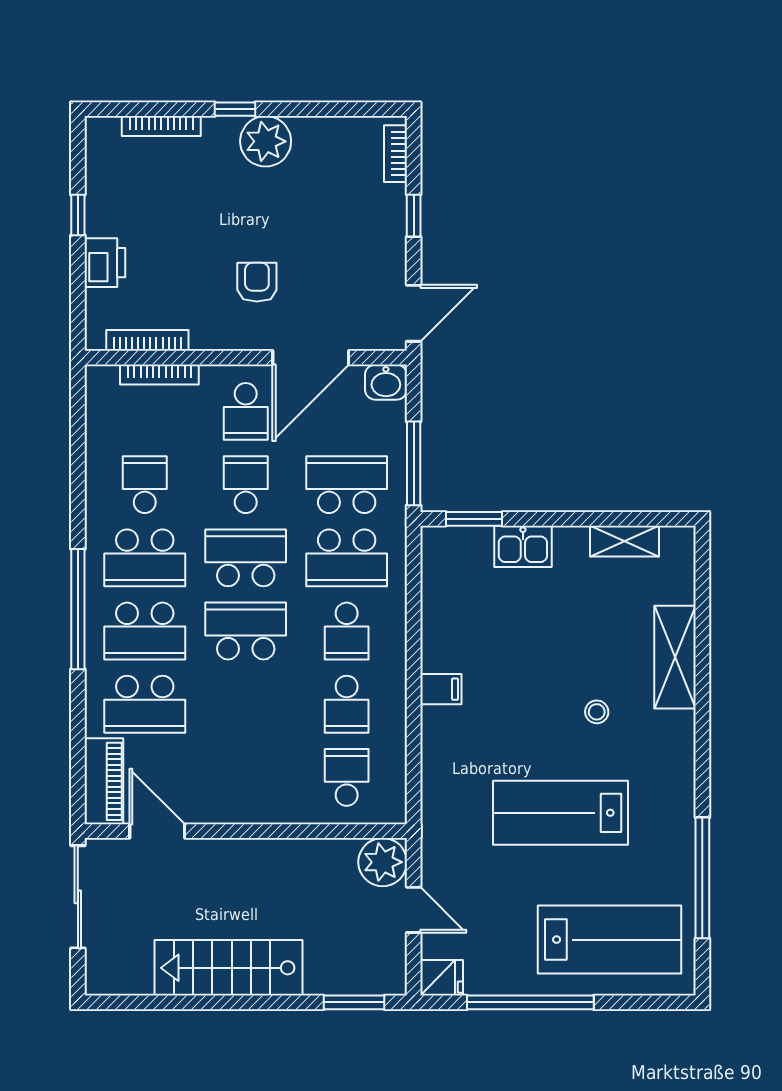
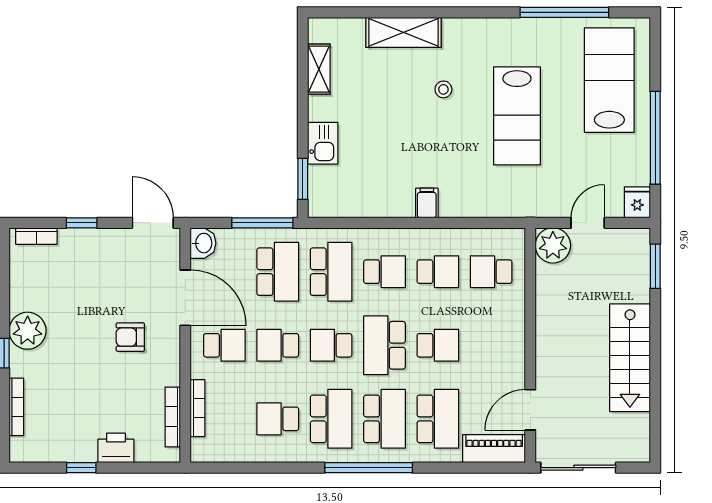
school desk: (347, 485) -> (278, 272), turned 180
school desk: (246, 558) -> (331, 345), width x0.54
school desk: (246, 704) -> (438, 345), added

